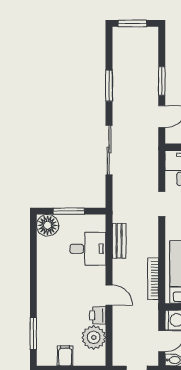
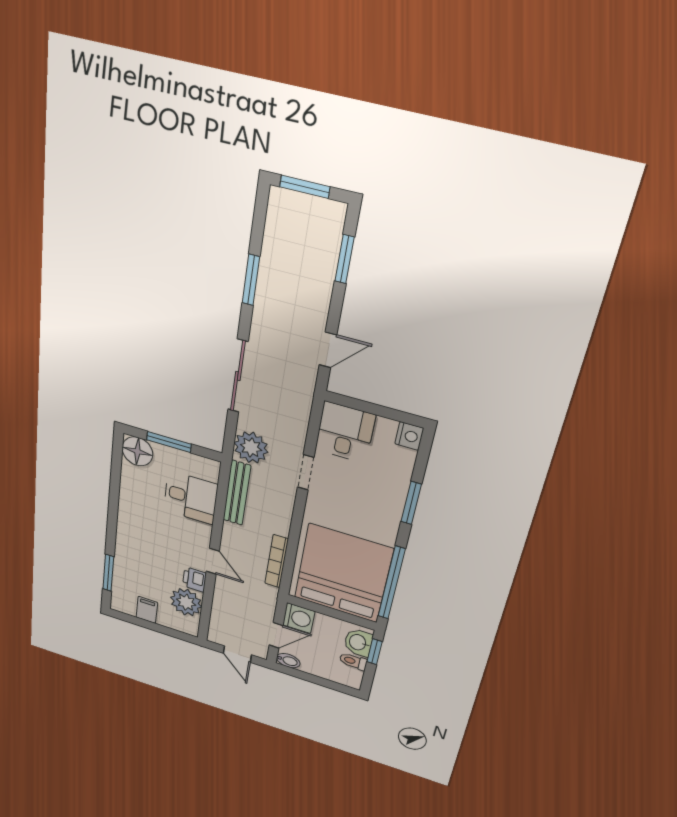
window: (162, 81) -> (344, 259), moved
plant: (124, 198) -> (251, 447), added
bench: (119, 241) -> (237, 493), width x1.36

